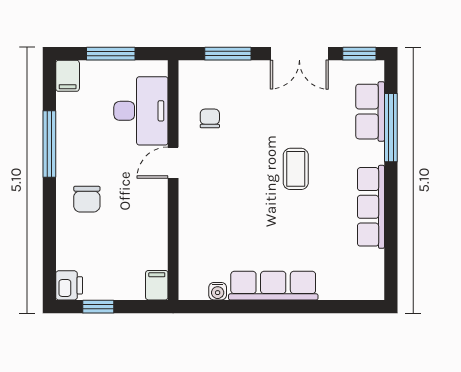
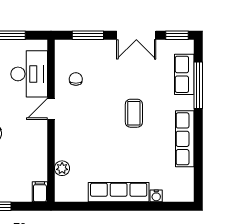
plant: (189, 250) -> (62, 168), added
water cooler: (218, 291) -> (156, 196), moved

